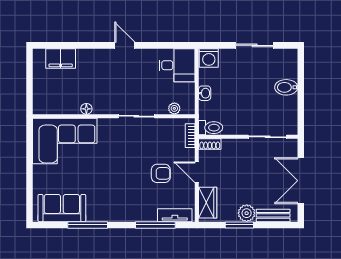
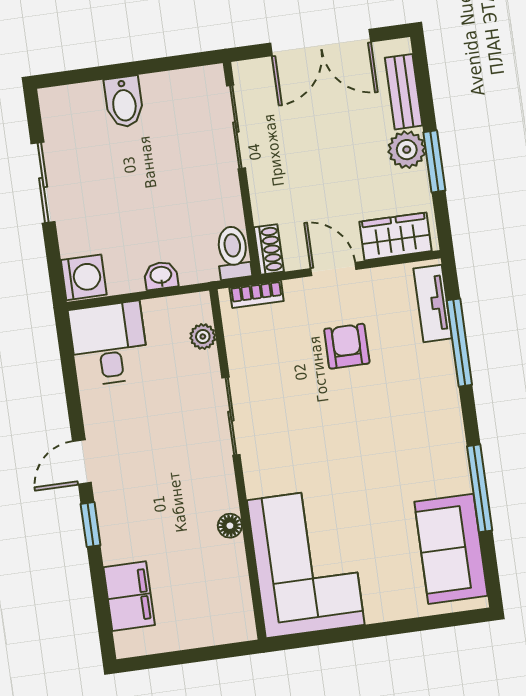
window: (96, 45) -> (91, 525), added
door: (197, 172) -> (333, 269), swing flipped

